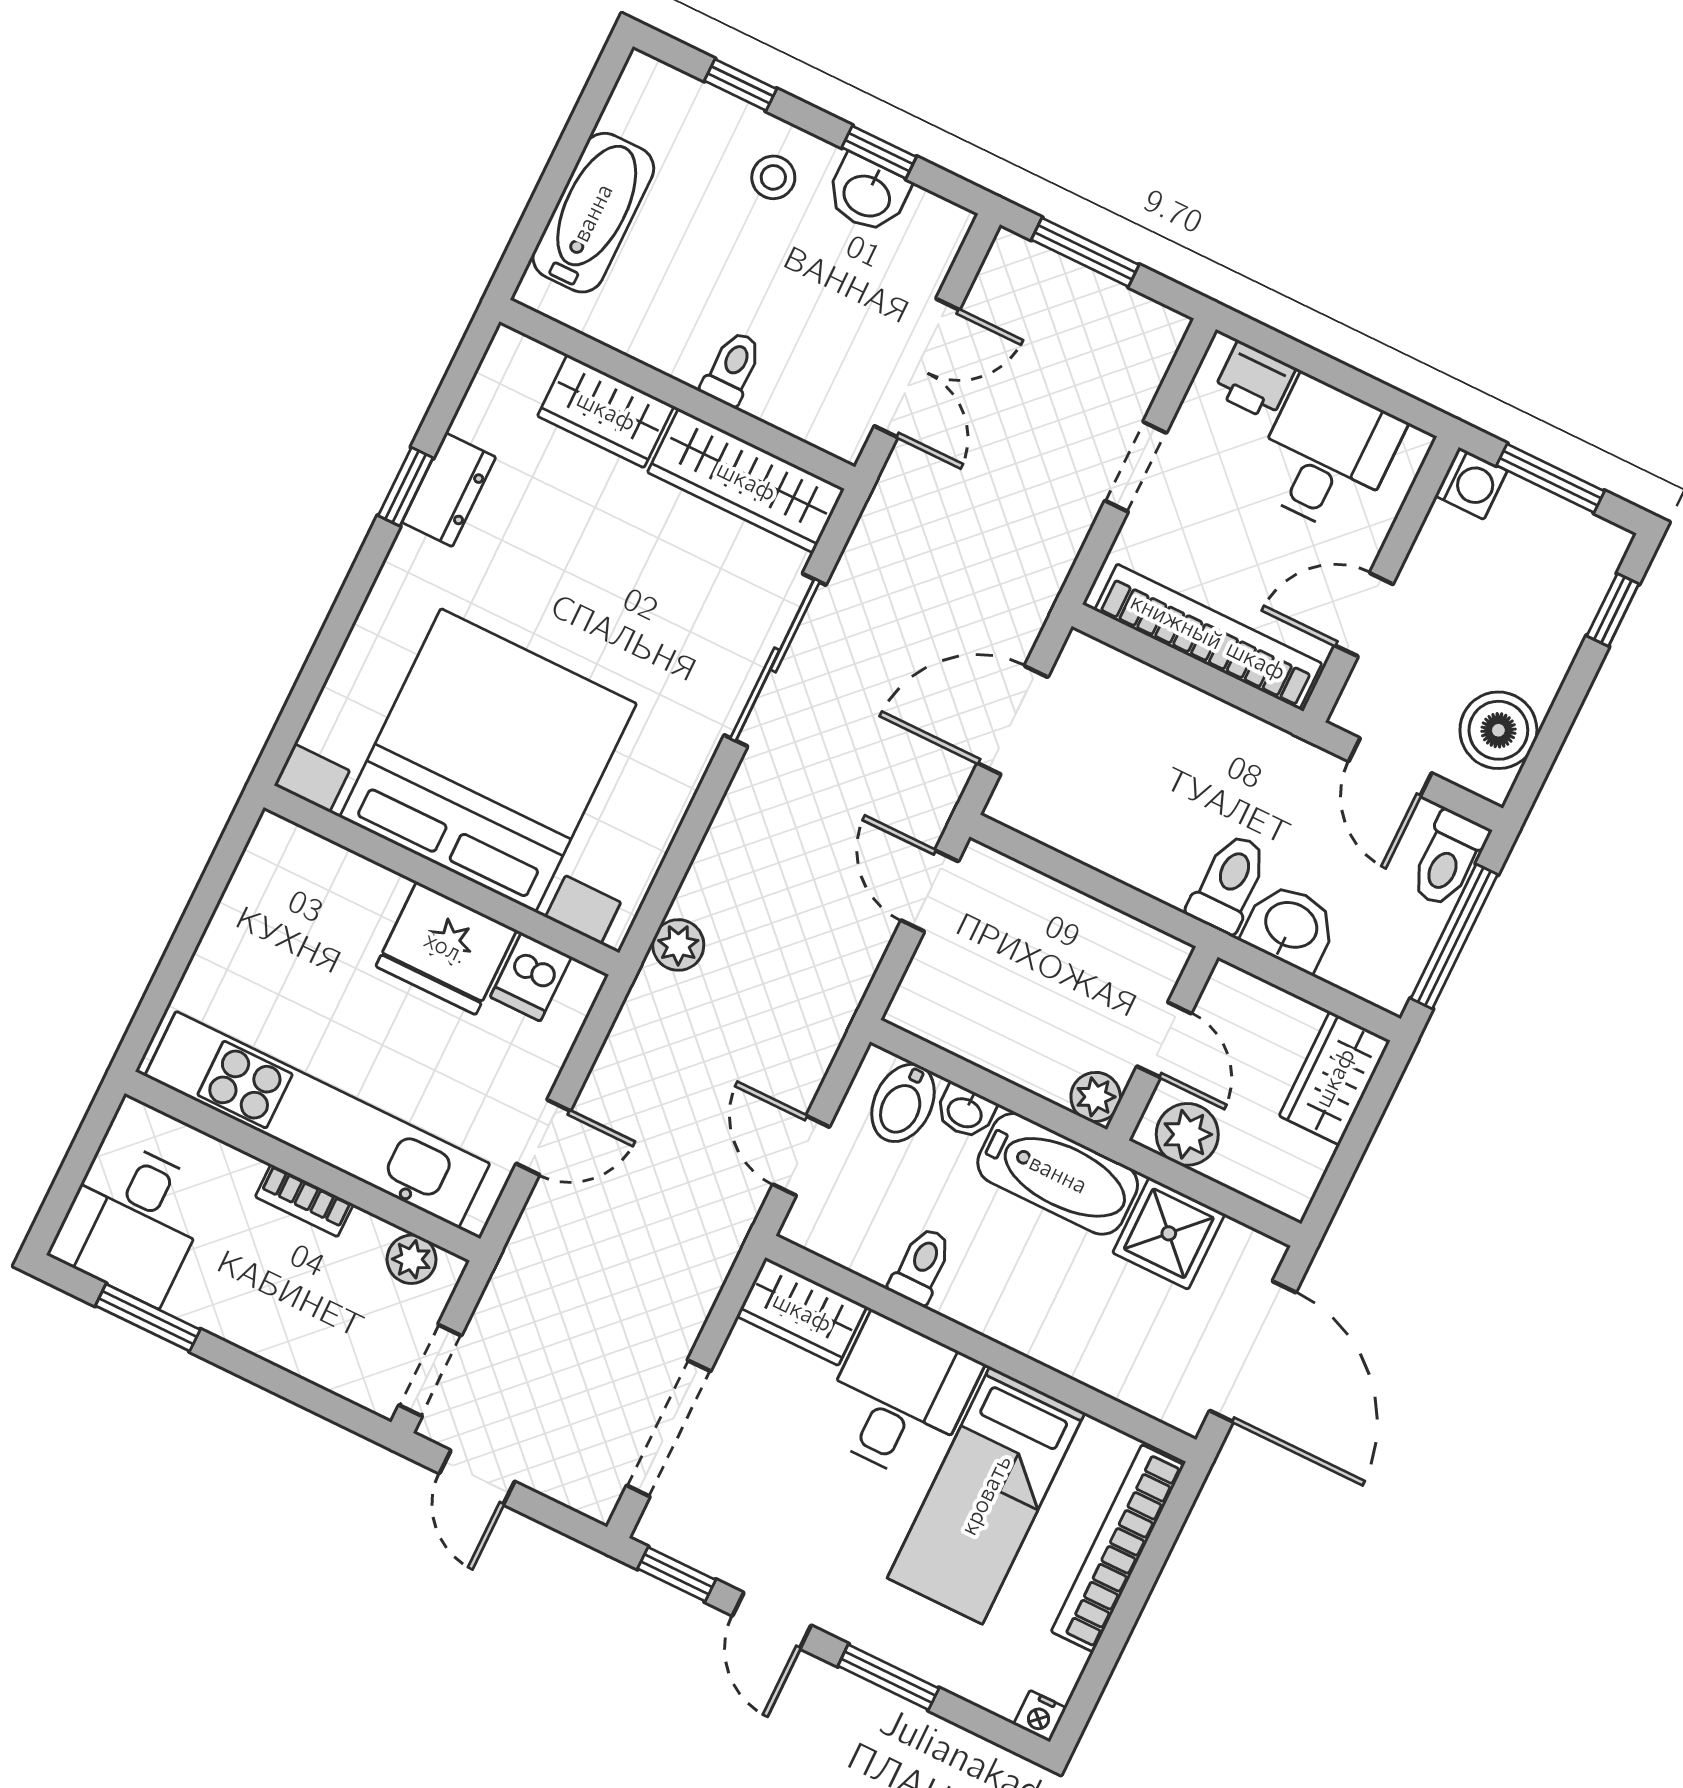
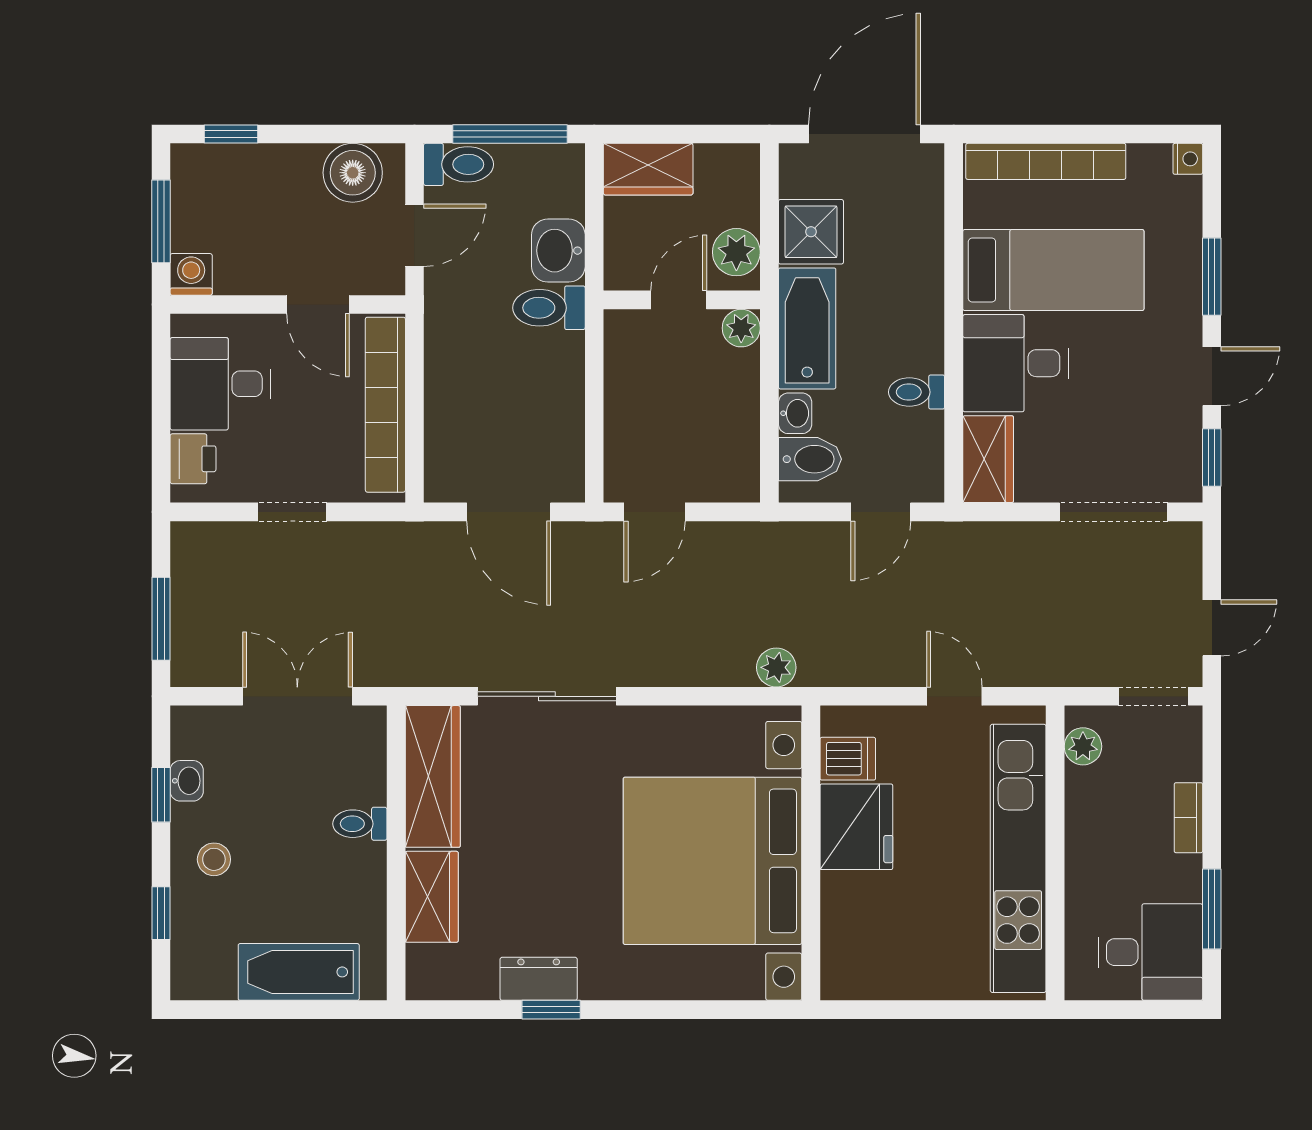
washbasin: (868, 194) -> (187, 781), width x0.72, depth x0.69
bookcase: (304, 1201) -> (1188, 818), moved, turned 180

